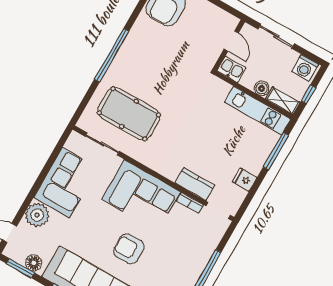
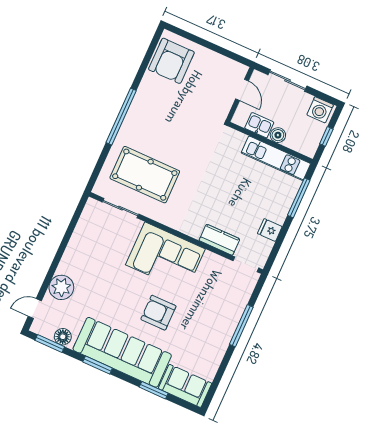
kitchen sink: (231, 69) -> (259, 125), moved
shelving: (283, 101) -> (301, 146), removed
corner sofa: (66, 183) -> (88, 251), removed
bookcase: (190, 203) -> (216, 259), removed

